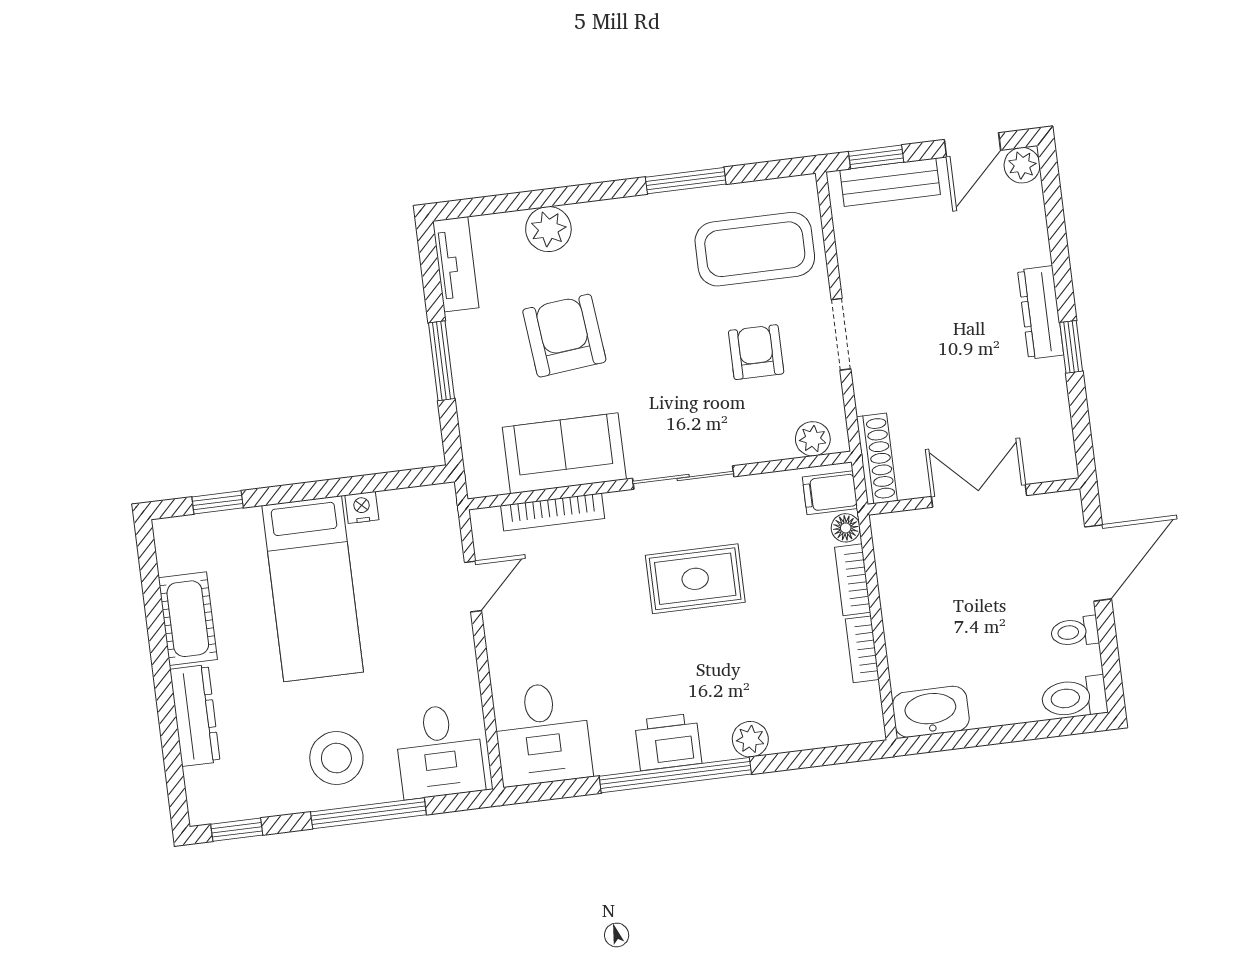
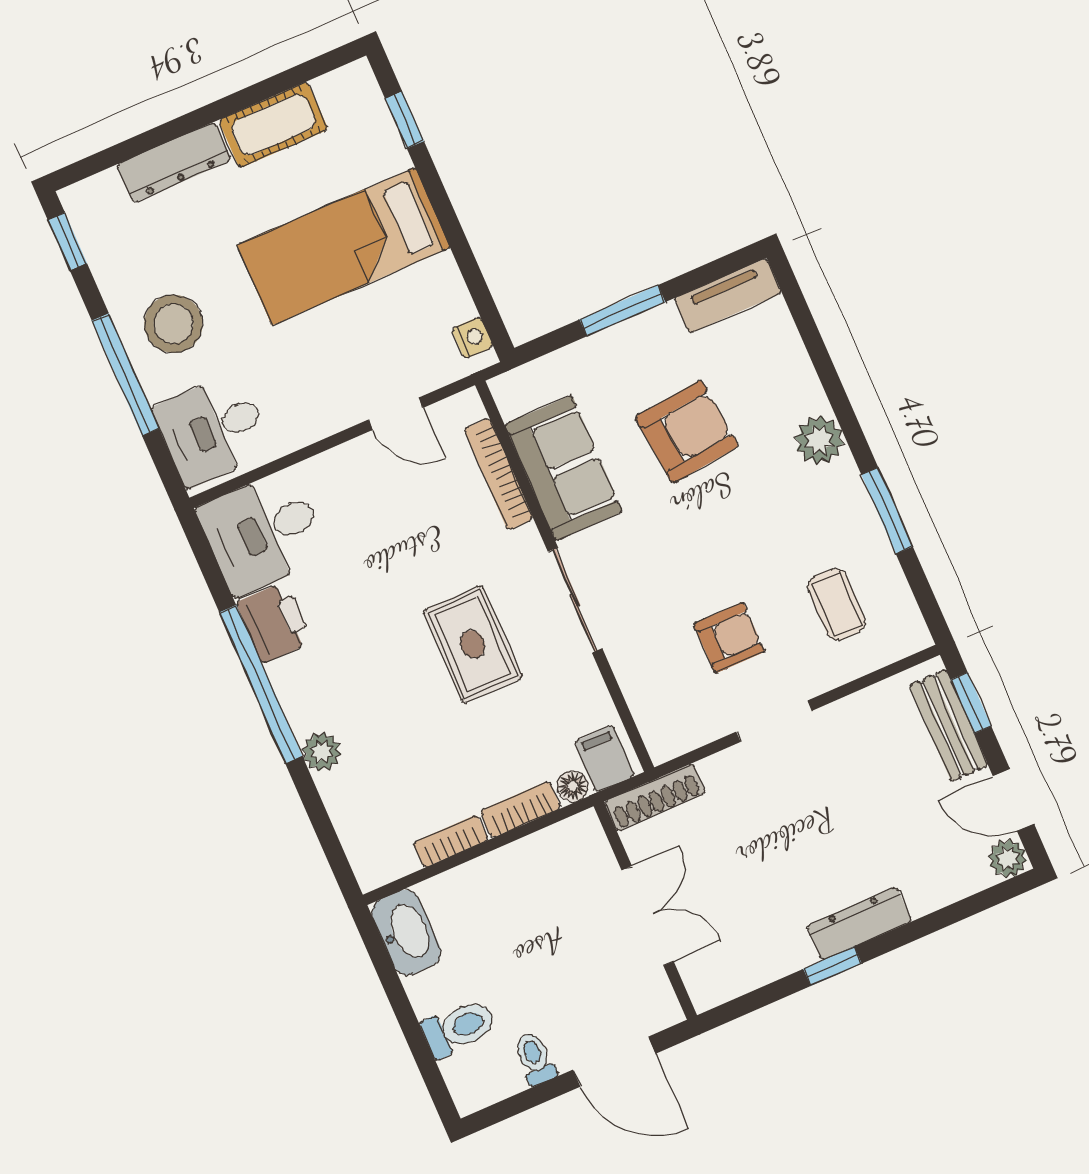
plant: (548, 229) -> (819, 440), moved
coffee table: (755, 249) -> (837, 604), width x0.54, depth x0.58
plant: (813, 439) -> (656, 724), removed
nightstand: (362, 507) -> (472, 338), moved
toilet: (1074, 697) -> (459, 1028), moved, turned 90
printer: (668, 742) -> (274, 622), moved

